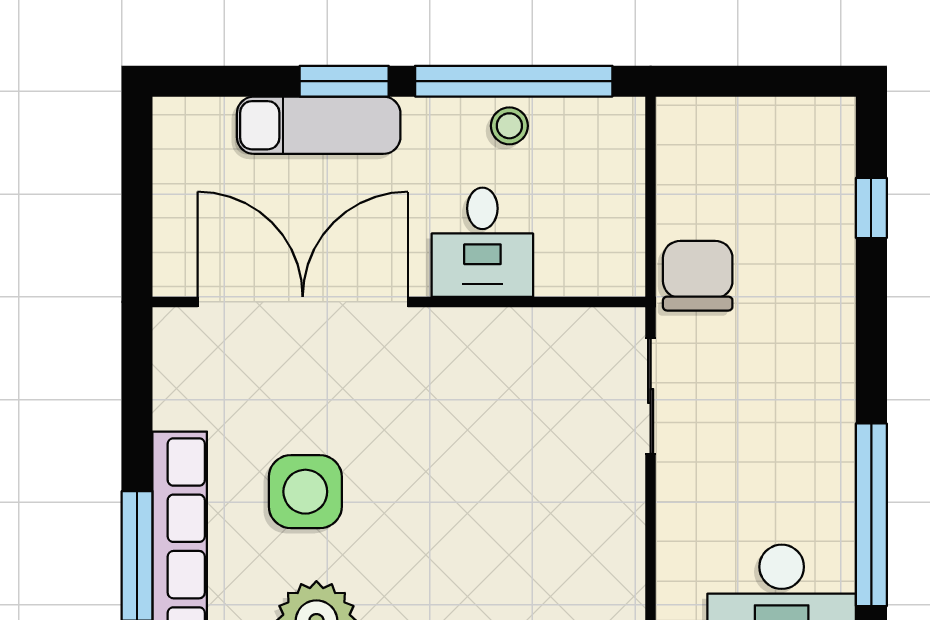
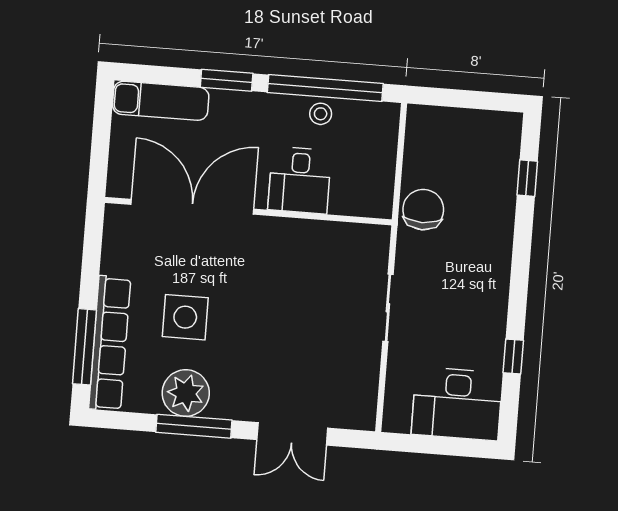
exam couch: (319, 125) -> (161, 101), moved
sliding door: (651, 396) -> (388, 308), moved
window: (871, 515) -> (513, 357), width x0.32

